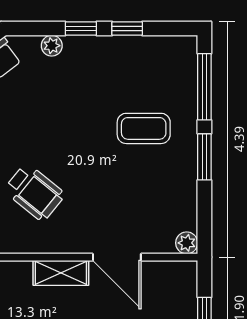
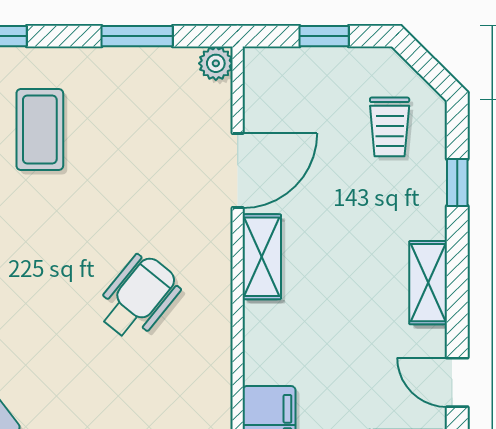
window: (204, 157) -> (137, 36), moved

